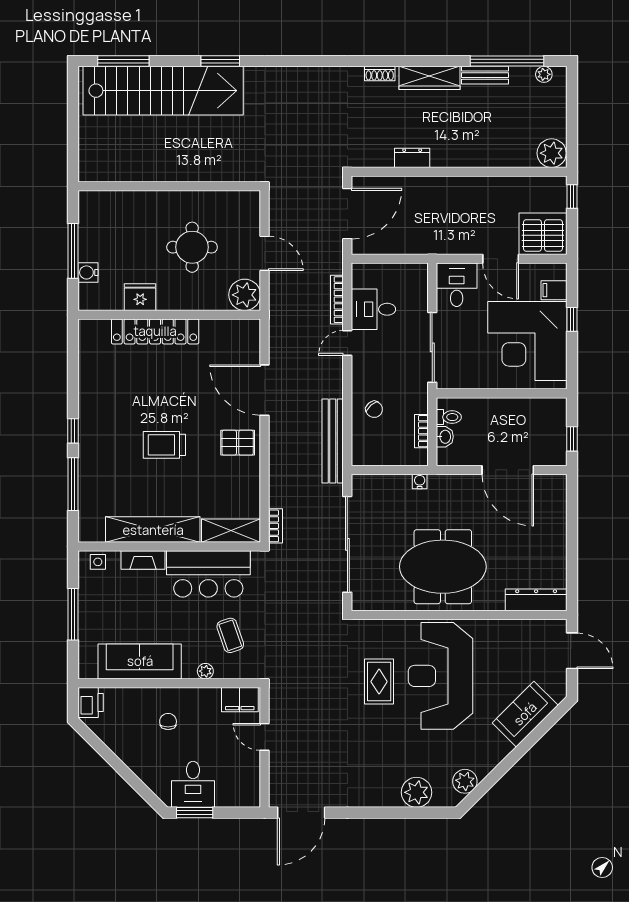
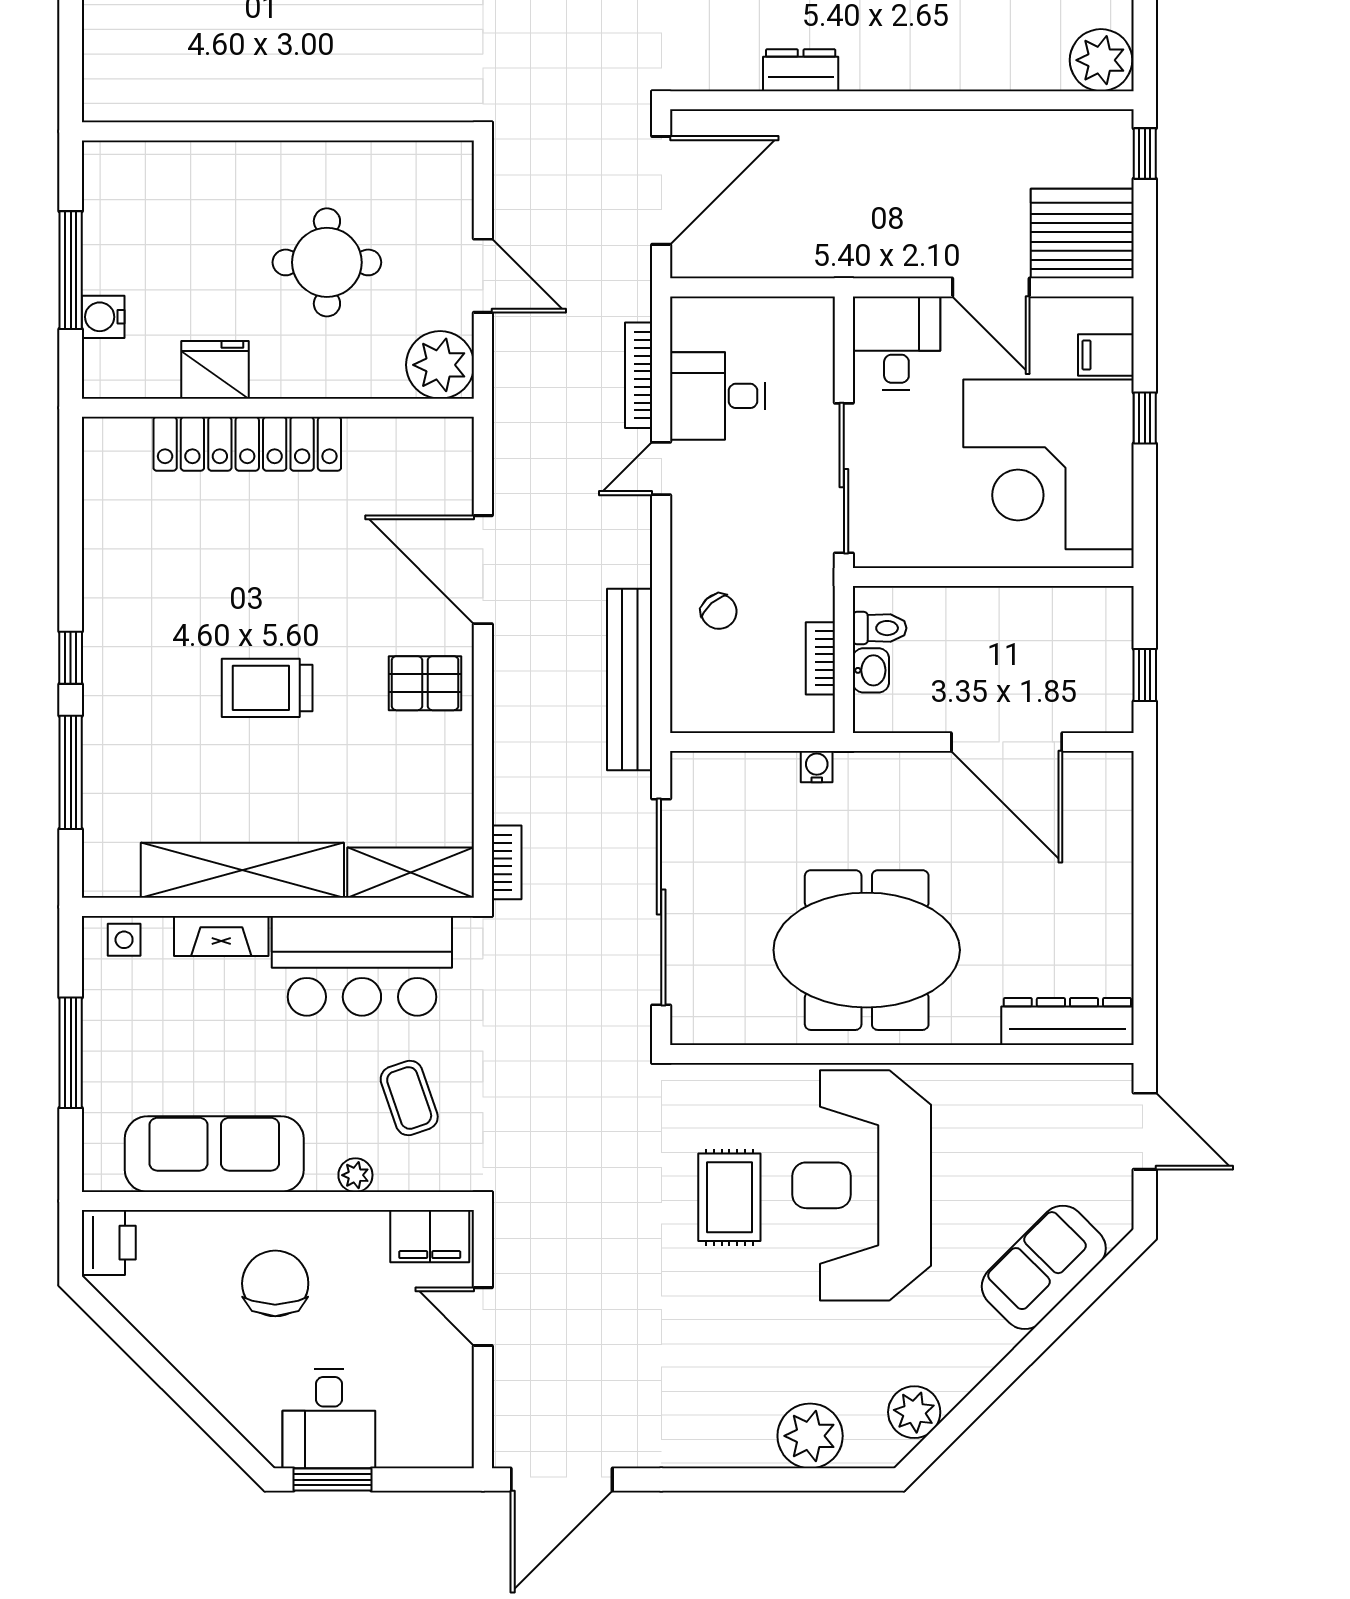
chair: (168, 722) -> (275, 1283), width x1.87, depth x1.87

